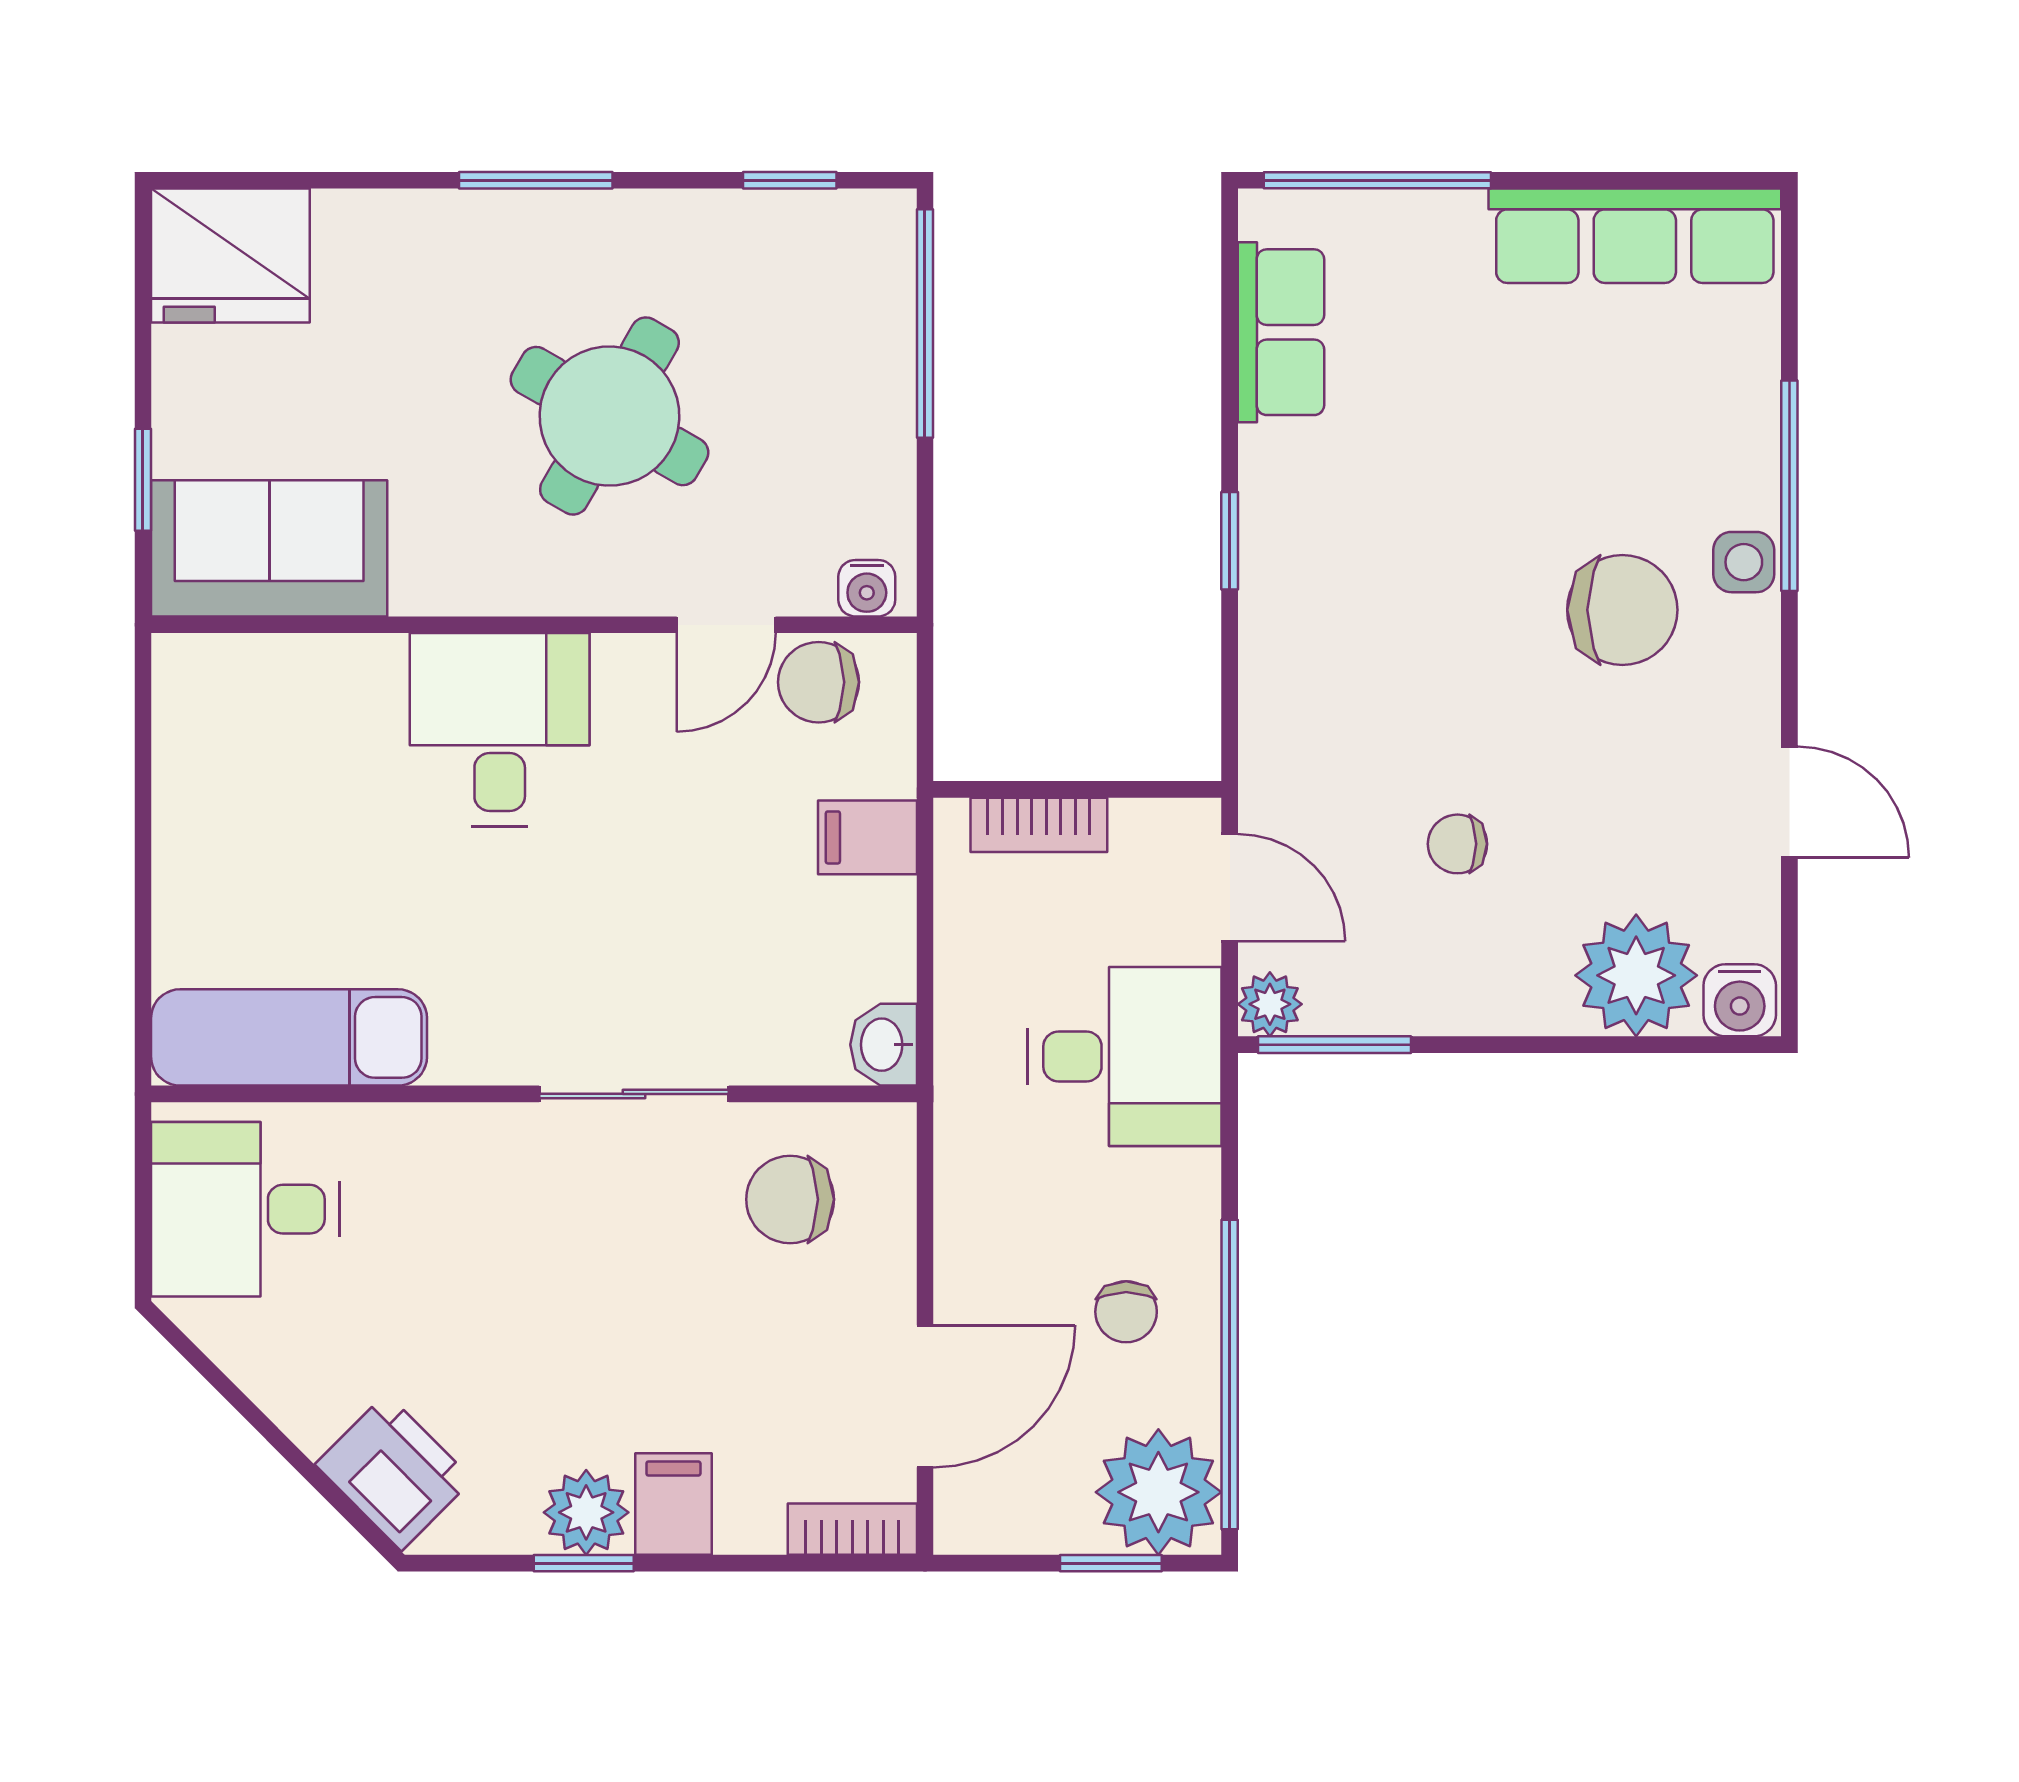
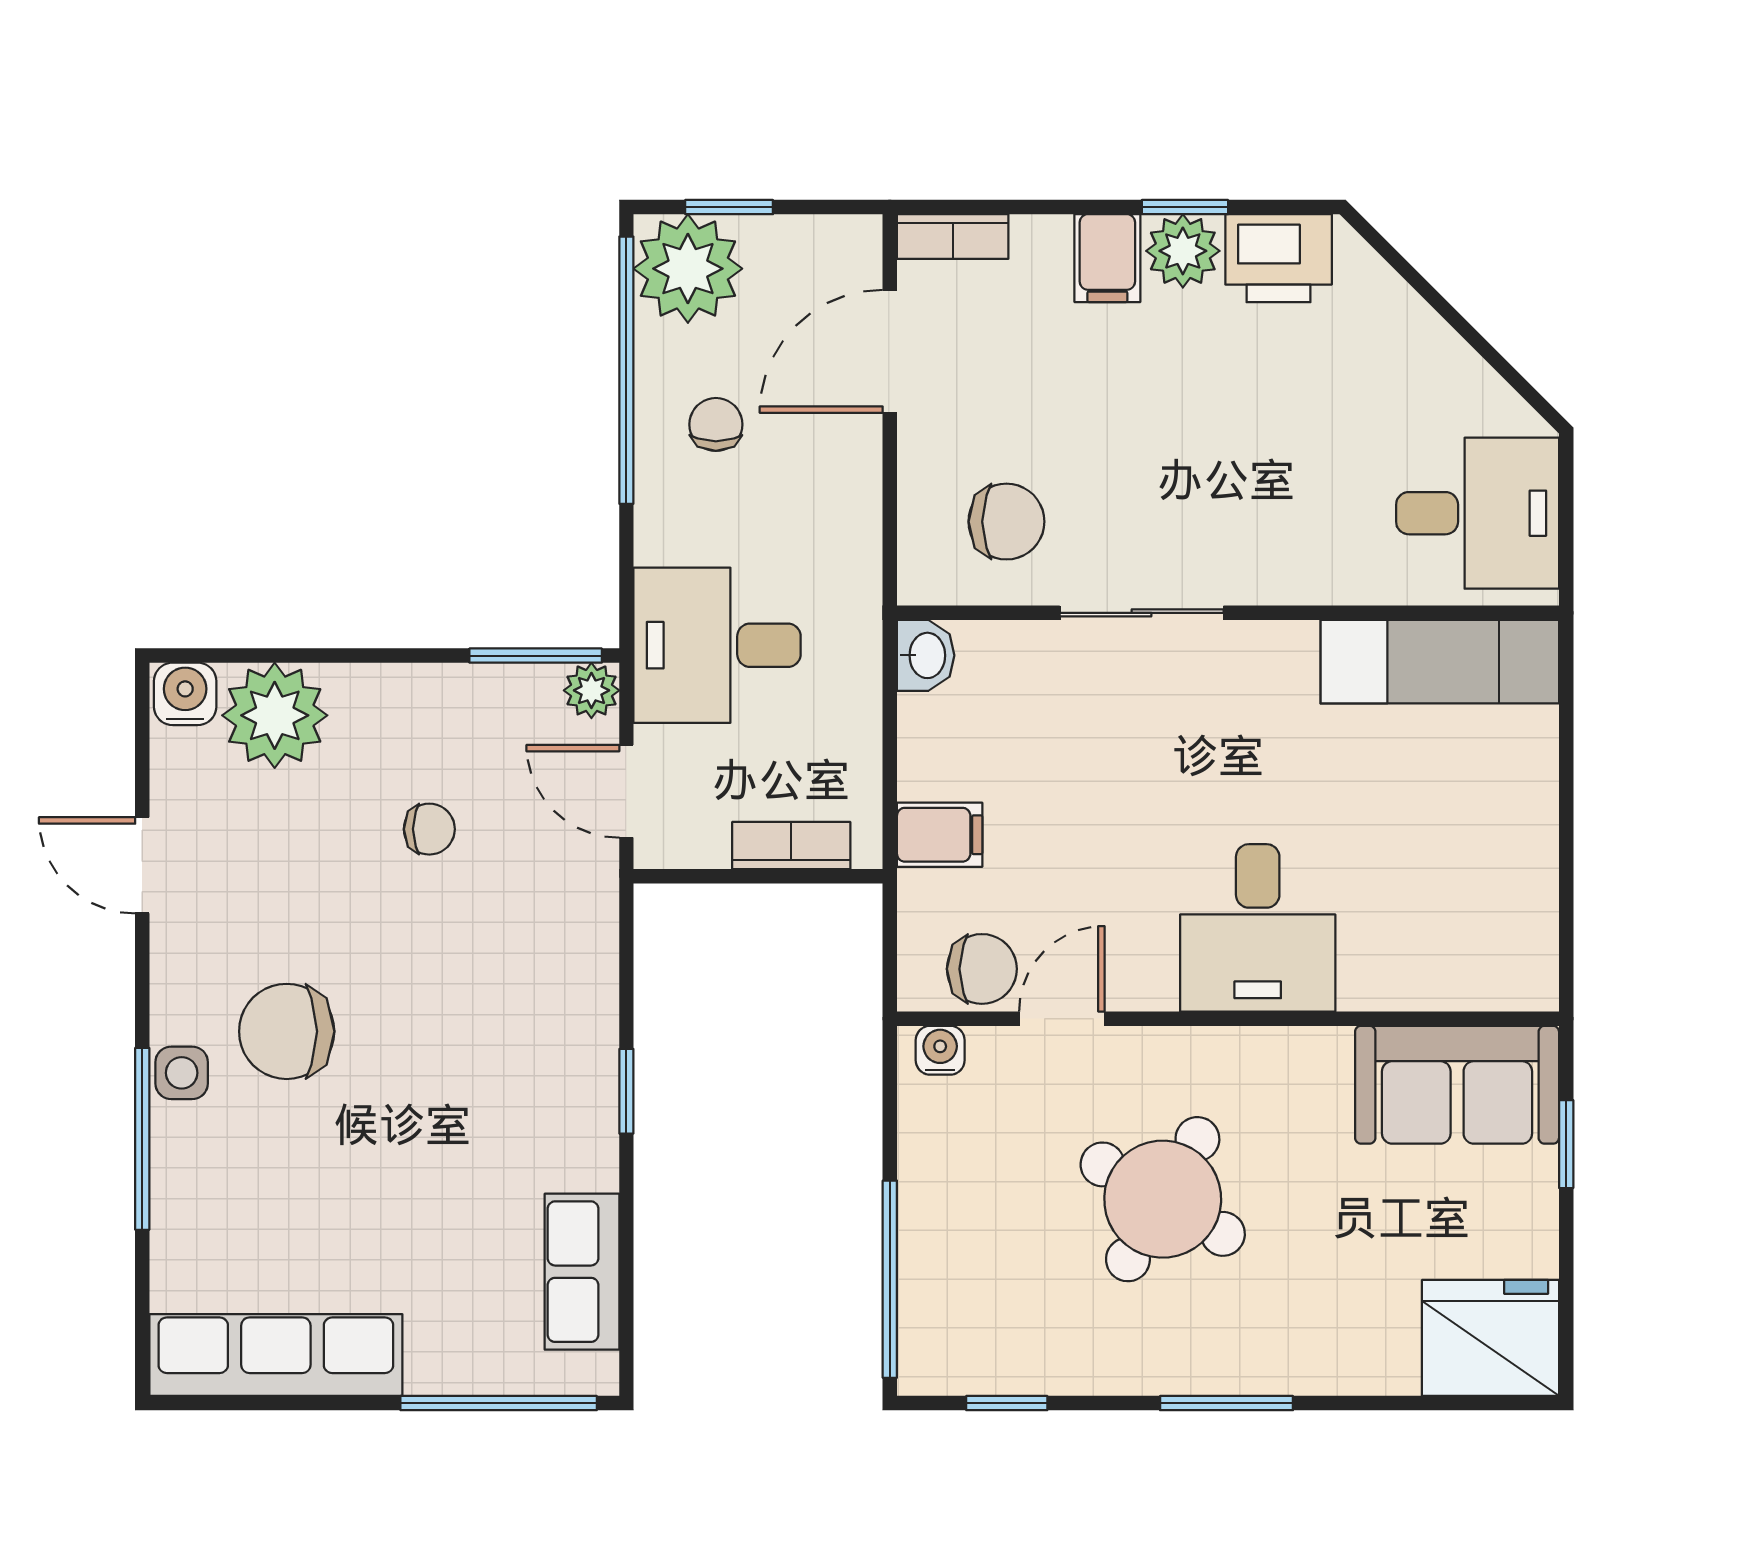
printer: (394, 1472) -> (1279, 258), moved, turned -45

